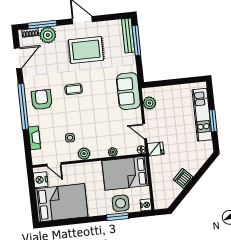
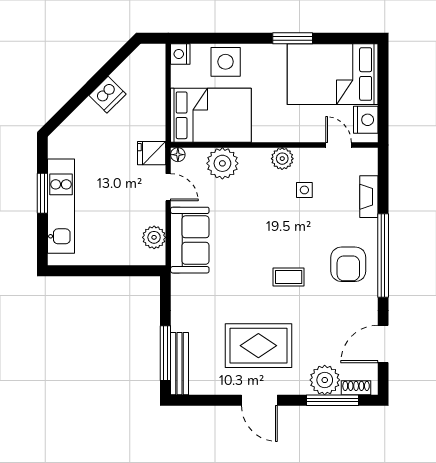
sofa: (128, 91) -> (190, 240), moved
plant: (113, 152) -> (222, 163), width x1.88, depth x1.88
window: (118, 217) -> (293, 38), moved

